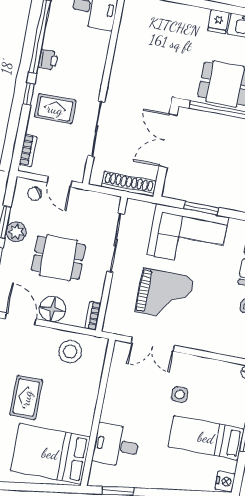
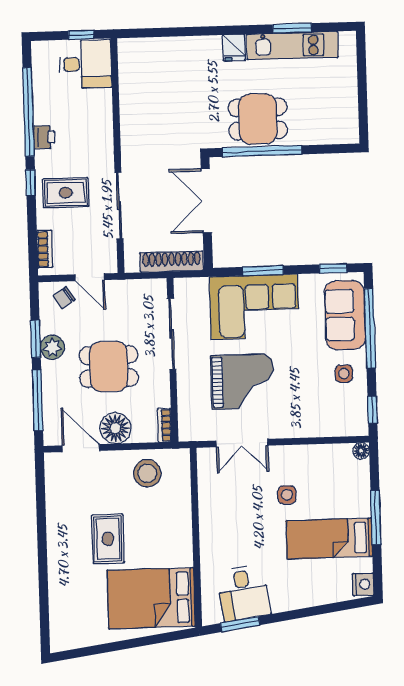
desk: (116, 445) -> (243, 593), moved, turned -98

